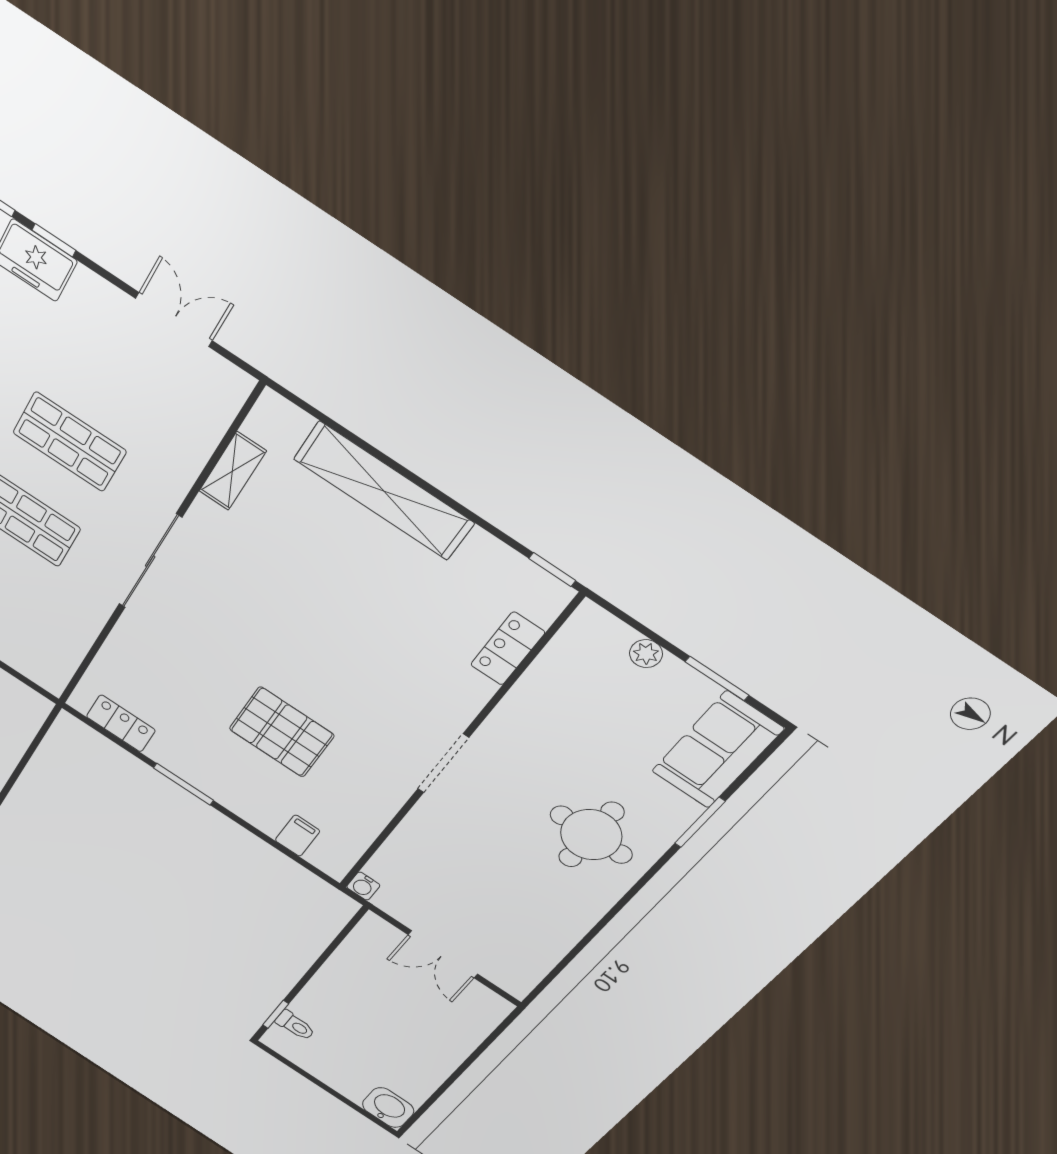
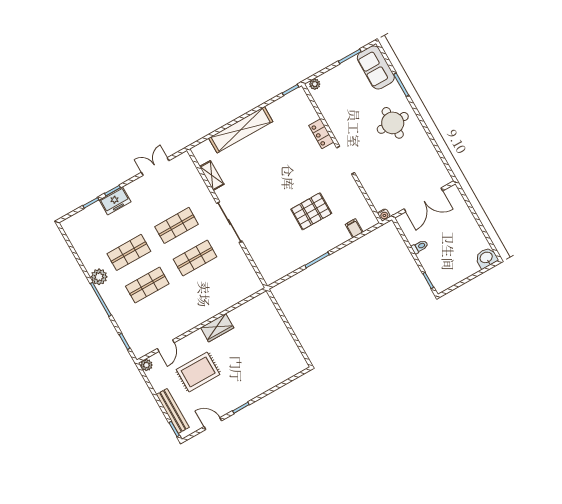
locker: (508, 649) -> (321, 134), moved
plant: (646, 654) -> (315, 84), moved
locker: (121, 723) -> (284, 270), removed
double door: (443, 954) -> (423, 200), width x1.37
toilet: (295, 1025) -> (420, 247), moved

